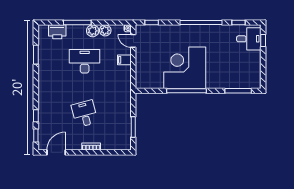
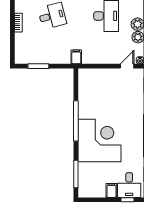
filing cabinet: (254, 56) -> (111, 190), added
filing cabinet: (124, 60) -> (76, 57), moved
corner desk: (185, 68) -> (99, 140), moved

